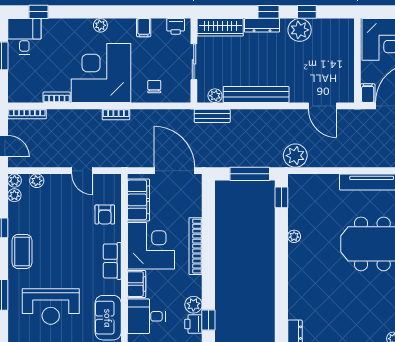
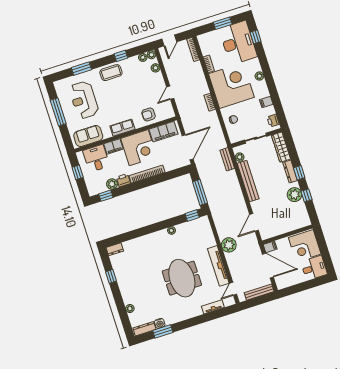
desk: (24, 36) -> (238, 43), width x1.87, depth x1.30
plant: (295, 156) -> (229, 245), moved
printer: (193, 324) -> (123, 180), moved

